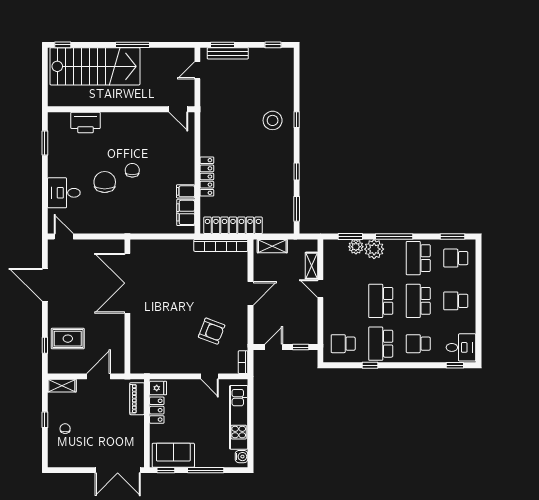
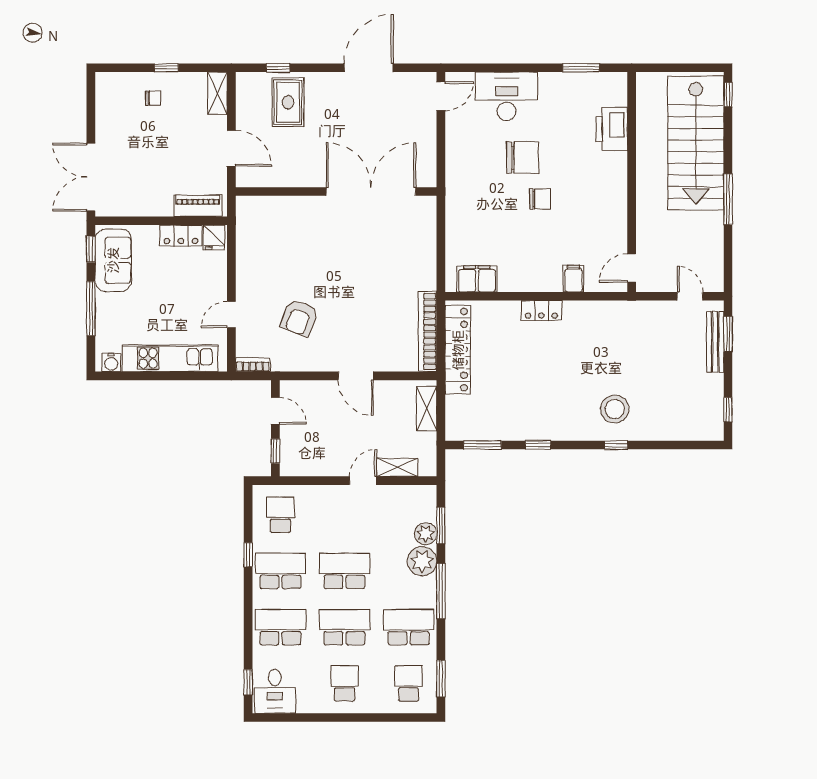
locker: (207, 177) -> (541, 311), width x0.66
filing cabinet: (186, 191) -> (574, 279), moved
desk: (64, 193) -> (506, 96), width x1.37
school desk: (418, 344) -> (280, 627), width x1.85

